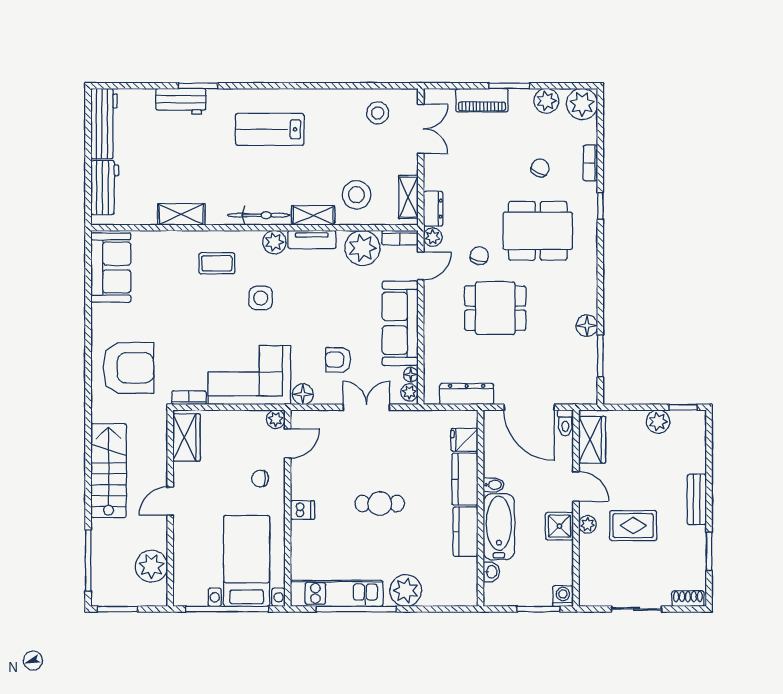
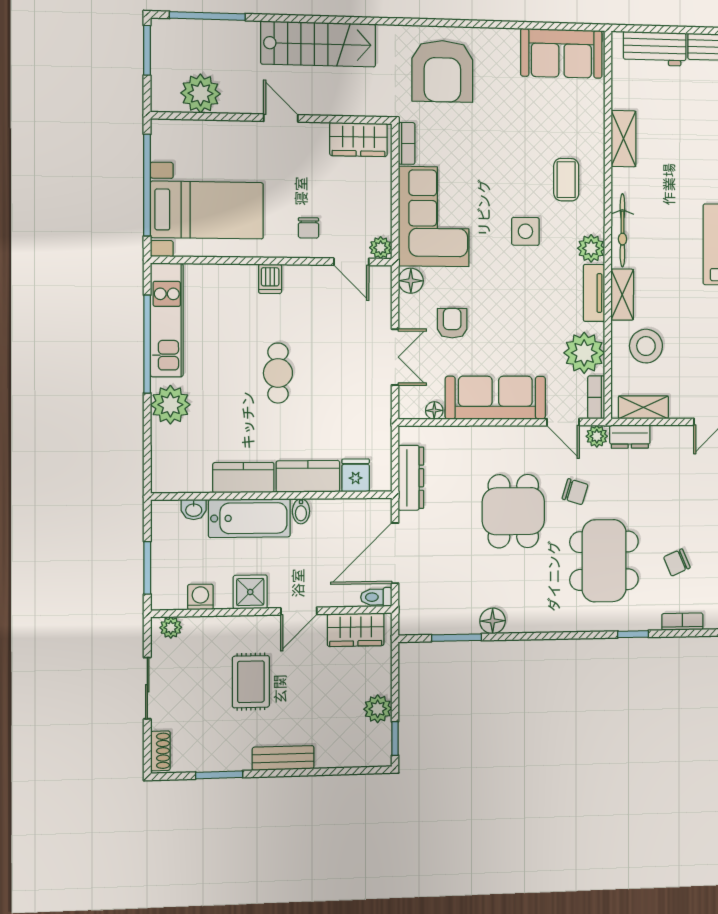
chair: (540, 168) -> (677, 562), turned 132
plant: (409, 392) -> (413, 409), removed
chair: (260, 479) -> (309, 228), turned 180
plant: (587, 524) -> (171, 627), moved
washing machine: (563, 596) -> (200, 597), moved, turned -90

